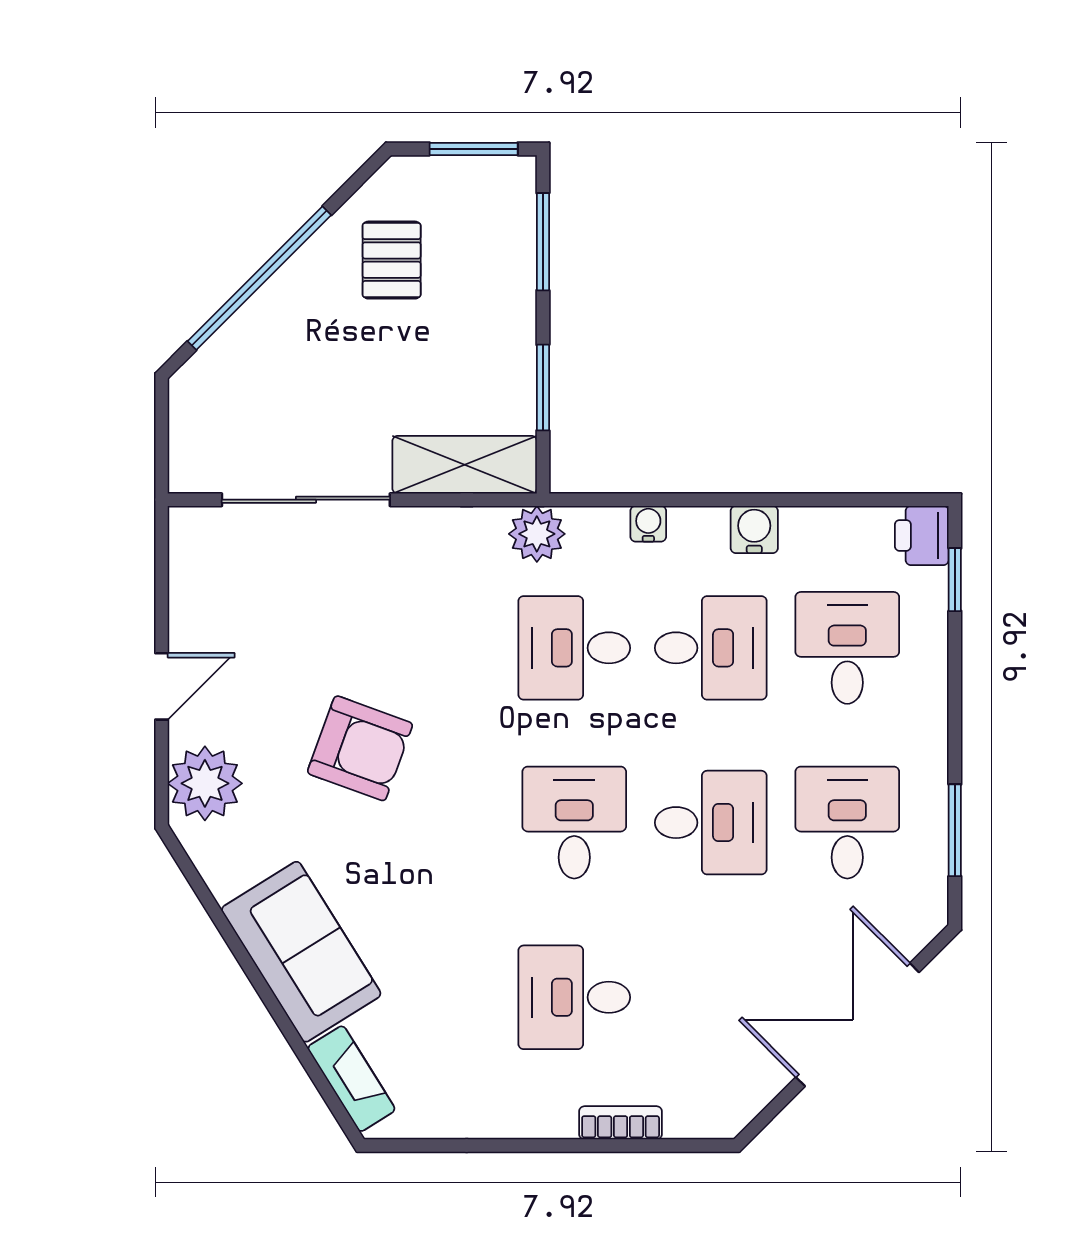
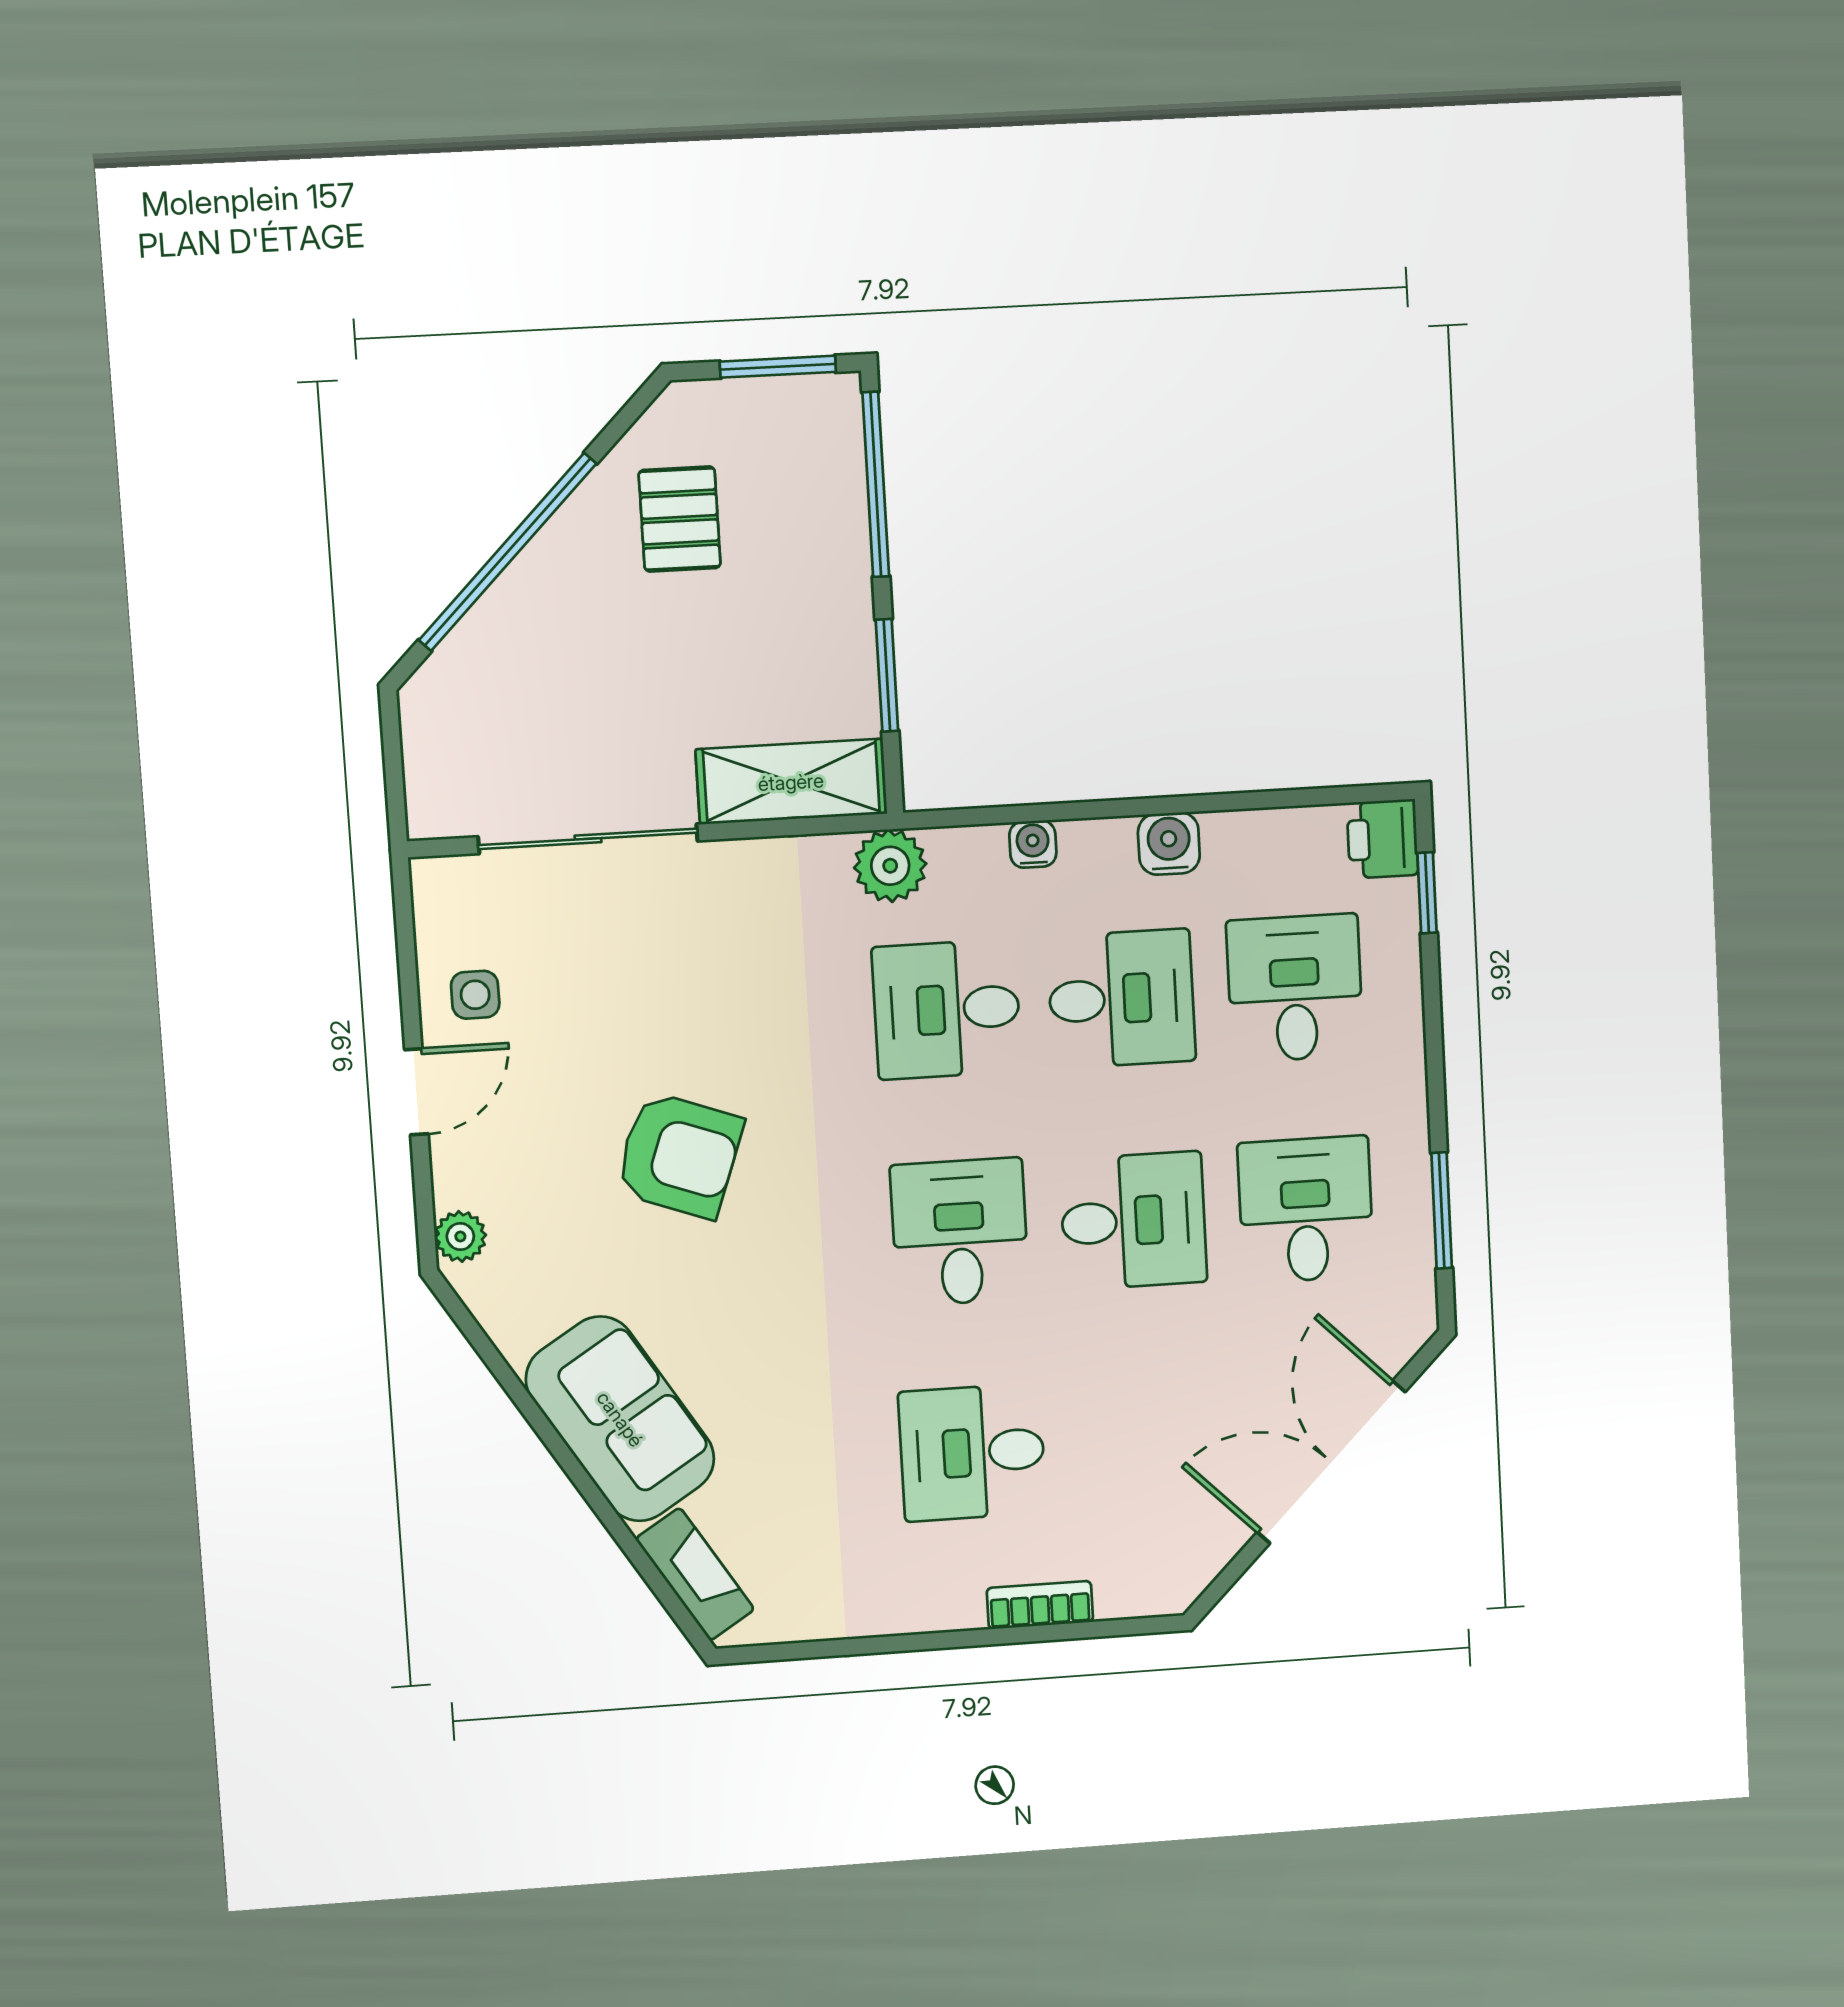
window: (543, 242) -> (876, 484), width x1.44
side table: (212, 614) -> (475, 995), added
plant: (205, 783) -> (460, 1236), width x0.53, depth x0.53

